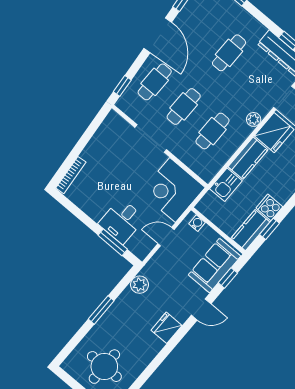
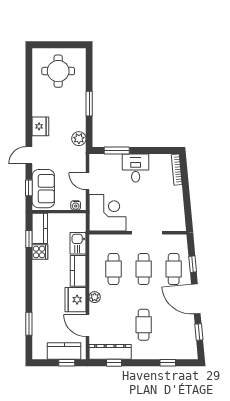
window: (122, 86) -> (193, 264), moved
desk: (122, 221) -> (136, 168), moved
door: (166, 237) -> (87, 181), swing flipped

